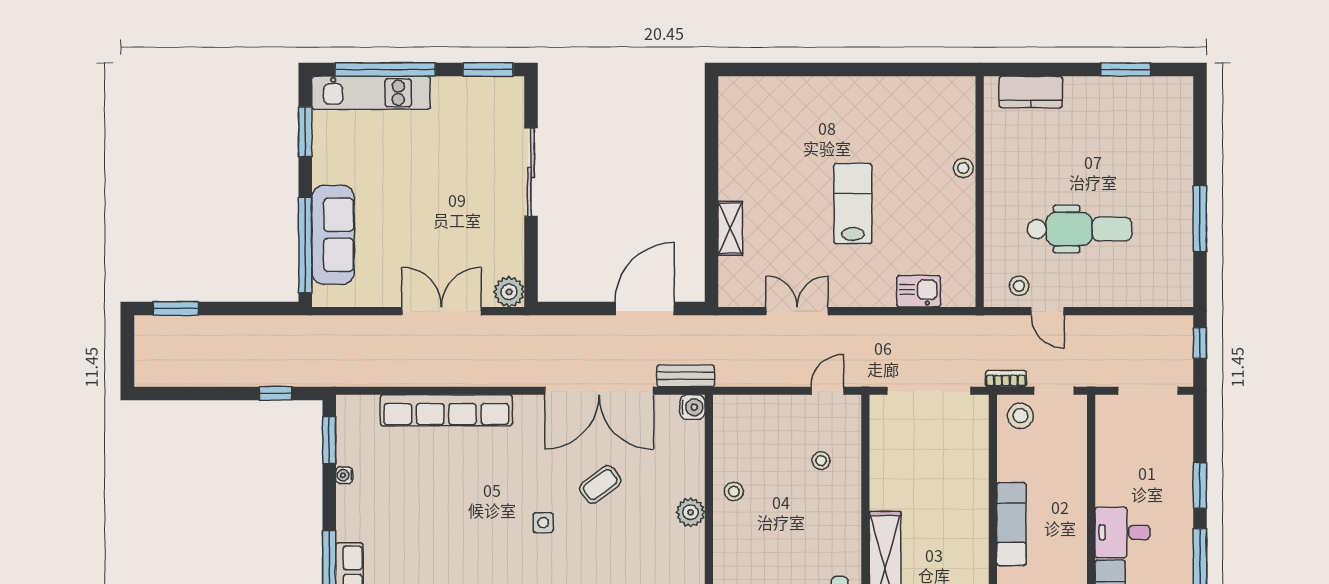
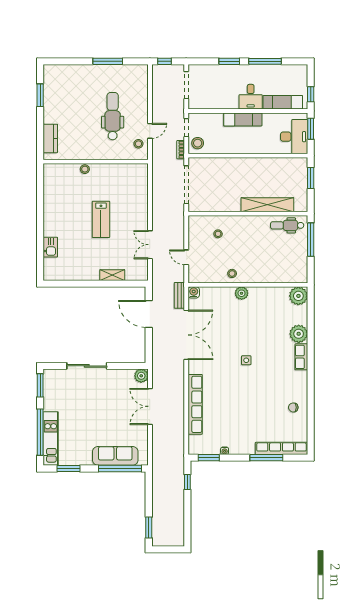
lab bench: (853, 203) -> (101, 219), turned -90
kitchen sink: (919, 291) -> (50, 247), moved, turned 180
door: (828, 391) -> (186, 257), moved
coffee table: (600, 485) -> (229, 334), removed
exam couch: (1011, 524) -> (243, 119), moved, turned 180

